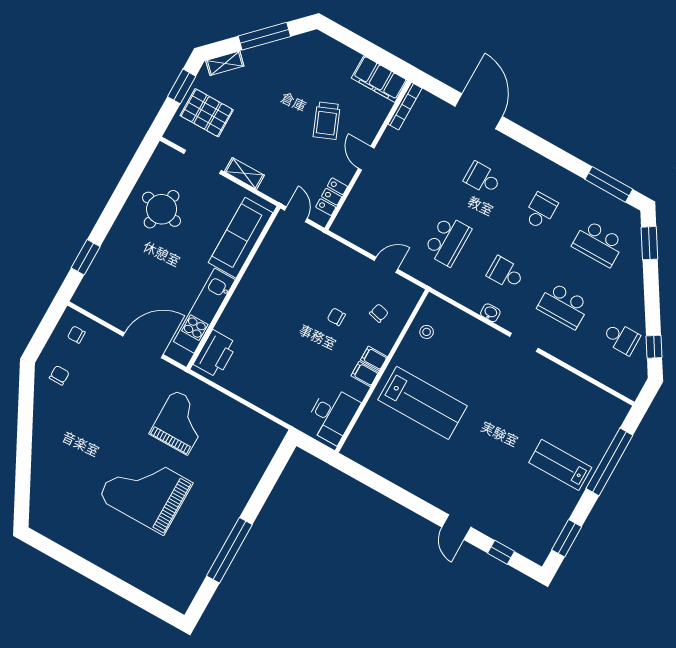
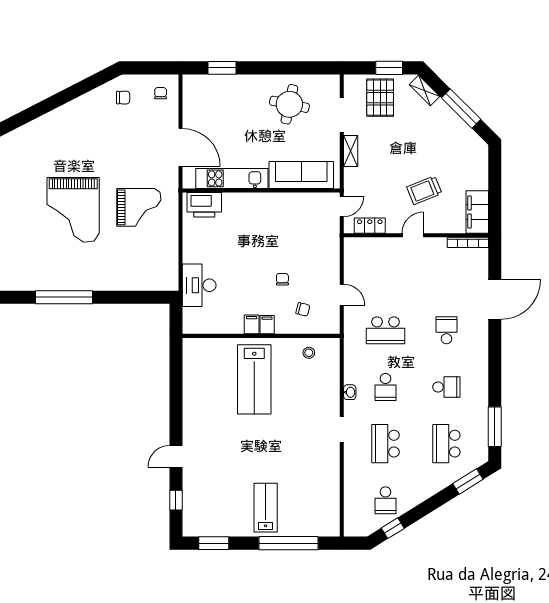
school desk: (506, 273) -> (386, 387), turned 180
desk: (332, 415) -> (199, 285), moved, turned 90
grand piano: (145, 491) -> (73, 210), turned 180

